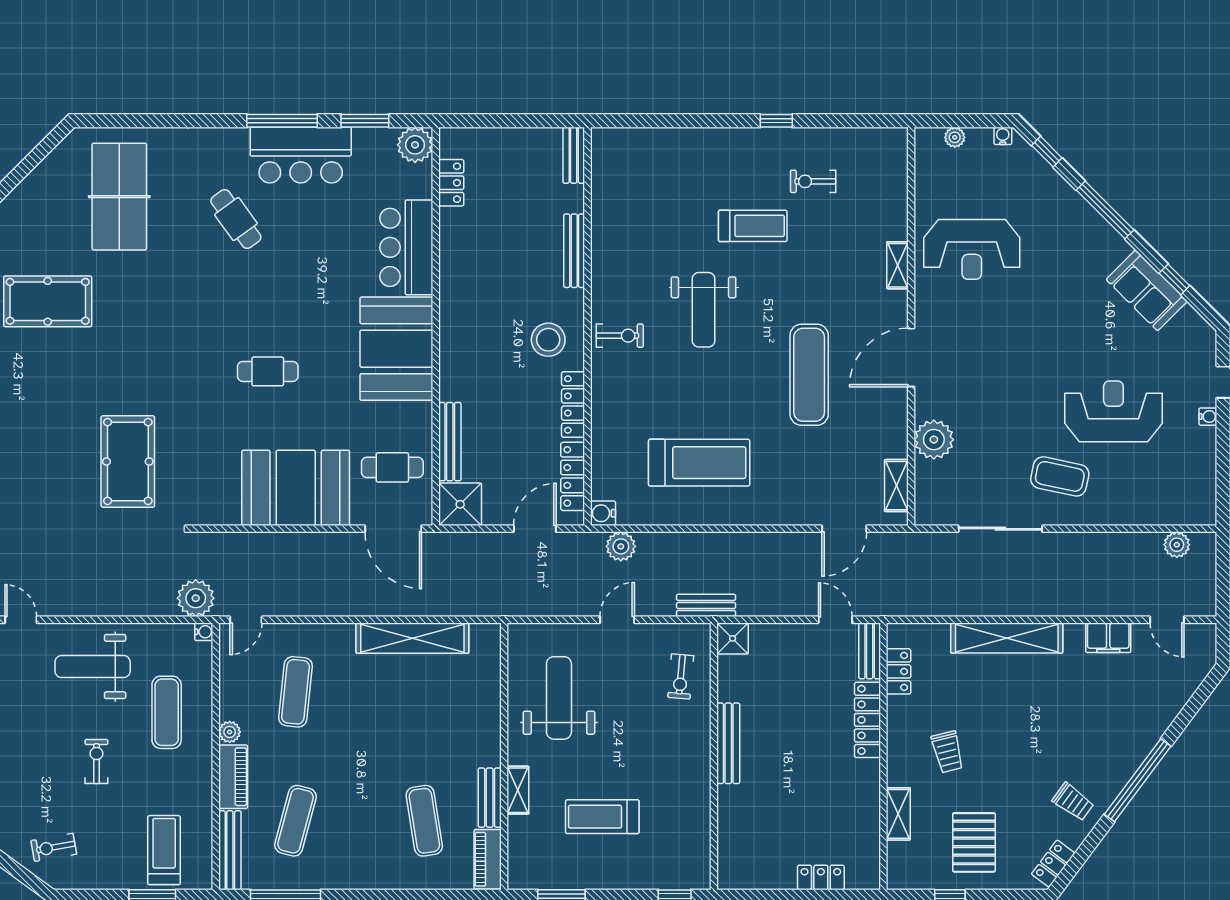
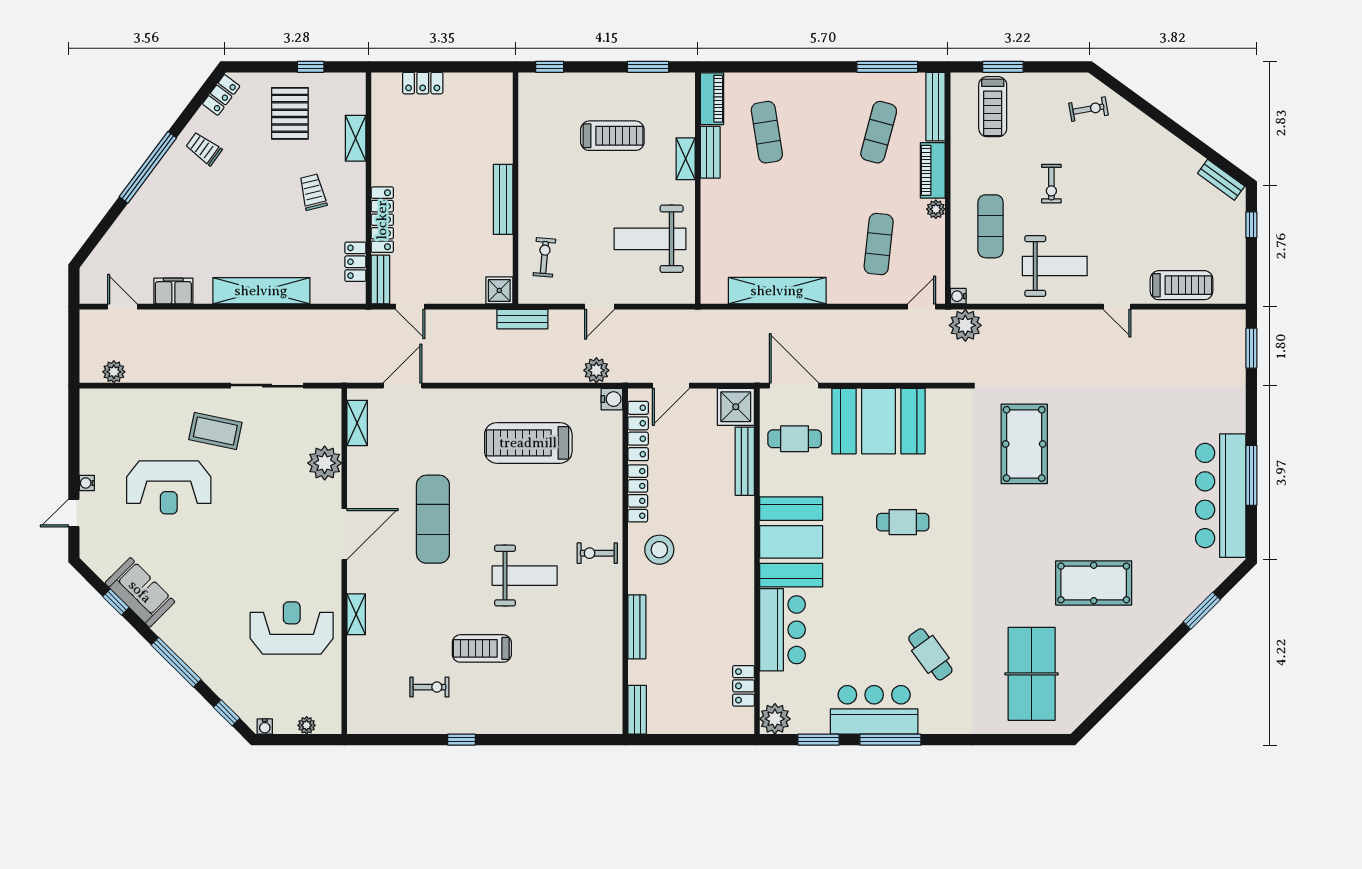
weight bench: (704, 310) -> (525, 576), turned 90
weight bench: (559, 698) -> (650, 239), turned 90

